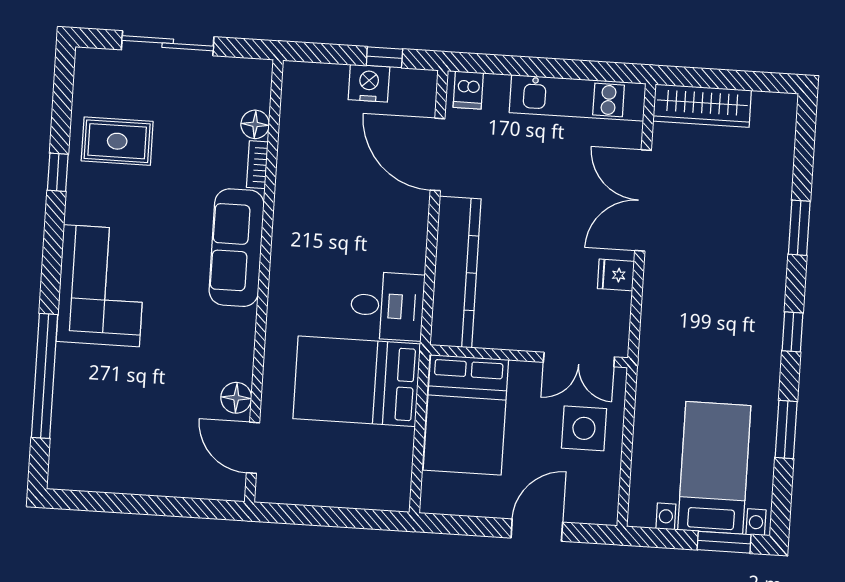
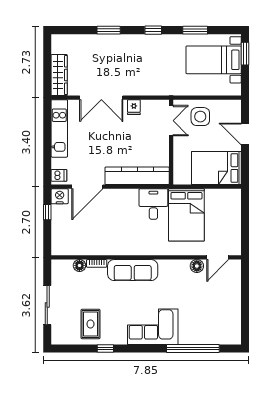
nightstand: (369, 83) -> (60, 196), moved, turned 90
bed: (466, 415) -> (216, 168), moved, turned 180

